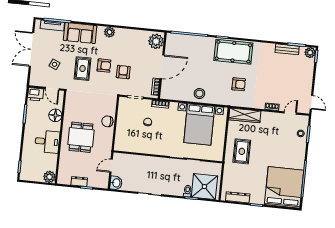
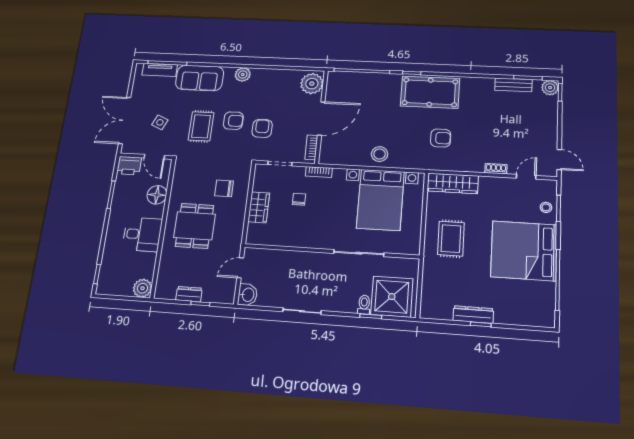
double door: (32, 49) -> (124, 120), moved
chair: (107, 121) -> (224, 188), moved
wardrobe: (122, 126) -> (259, 207), added
bed: (284, 187) -> (524, 251), moved, turned -90
dresser: (238, 197) -> (473, 315), moved

